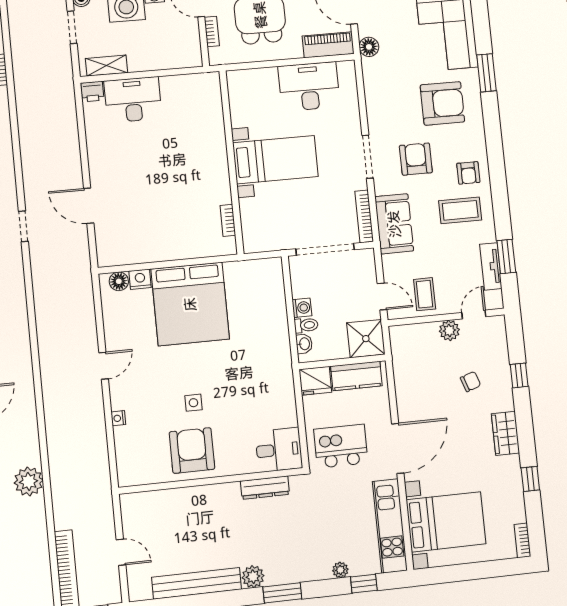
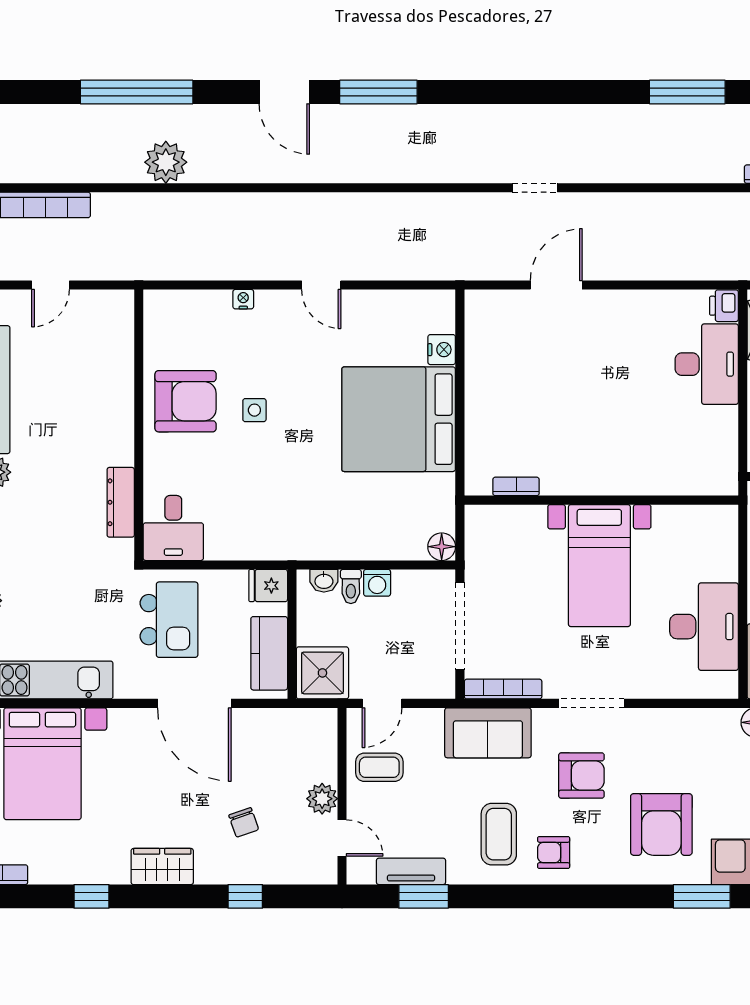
floor lamp: (119, 281) -> (442, 547), moved
fridge: (315, 381) -> (268, 586), width x0.72
door: (398, 448) -> (194, 703), moved

